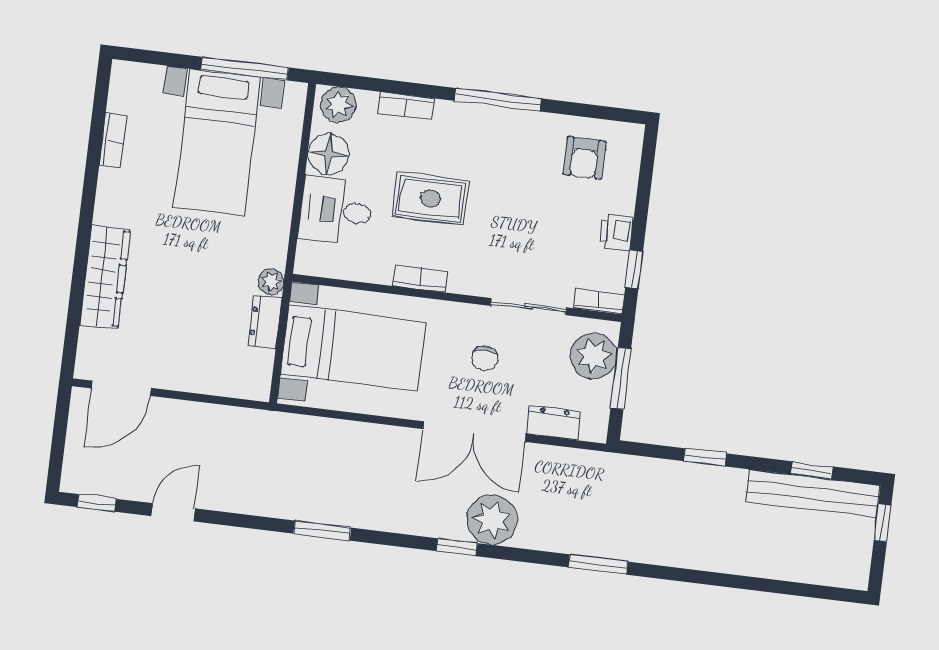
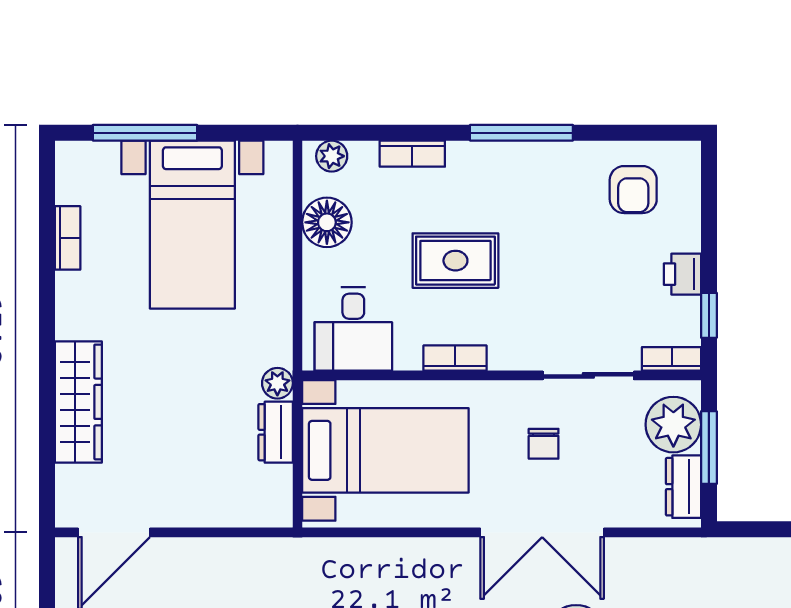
window: (245, 69) -> (145, 133), moved
plant: (338, 105) -> (332, 156), width x0.73, depth x0.73
desk: (336, 211) -> (353, 329), moved, turned -90
dresser: (553, 423) -> (684, 487), moved, turned -90

